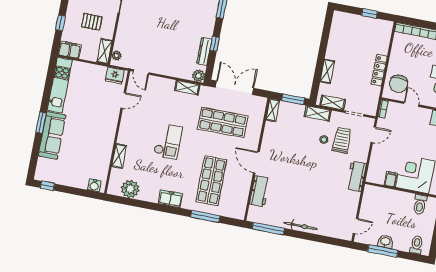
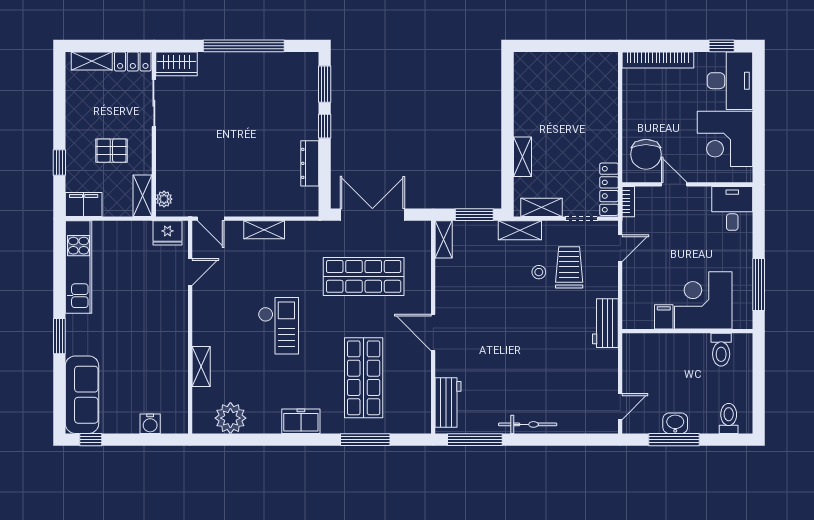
window: (370, 13) -> (574, 46), removed
window: (215, 44) -> (325, 126), moved
locker: (379, 70) -> (609, 189), moved
plant: (199, 76) -> (308, 206), removed
shelving: (187, 88) -> (264, 230), moved
sofa: (52, 135) -> (82, 395), moved
water cooler: (94, 185) -> (150, 424), moved
workbench: (260, 191) -> (448, 402), moved

